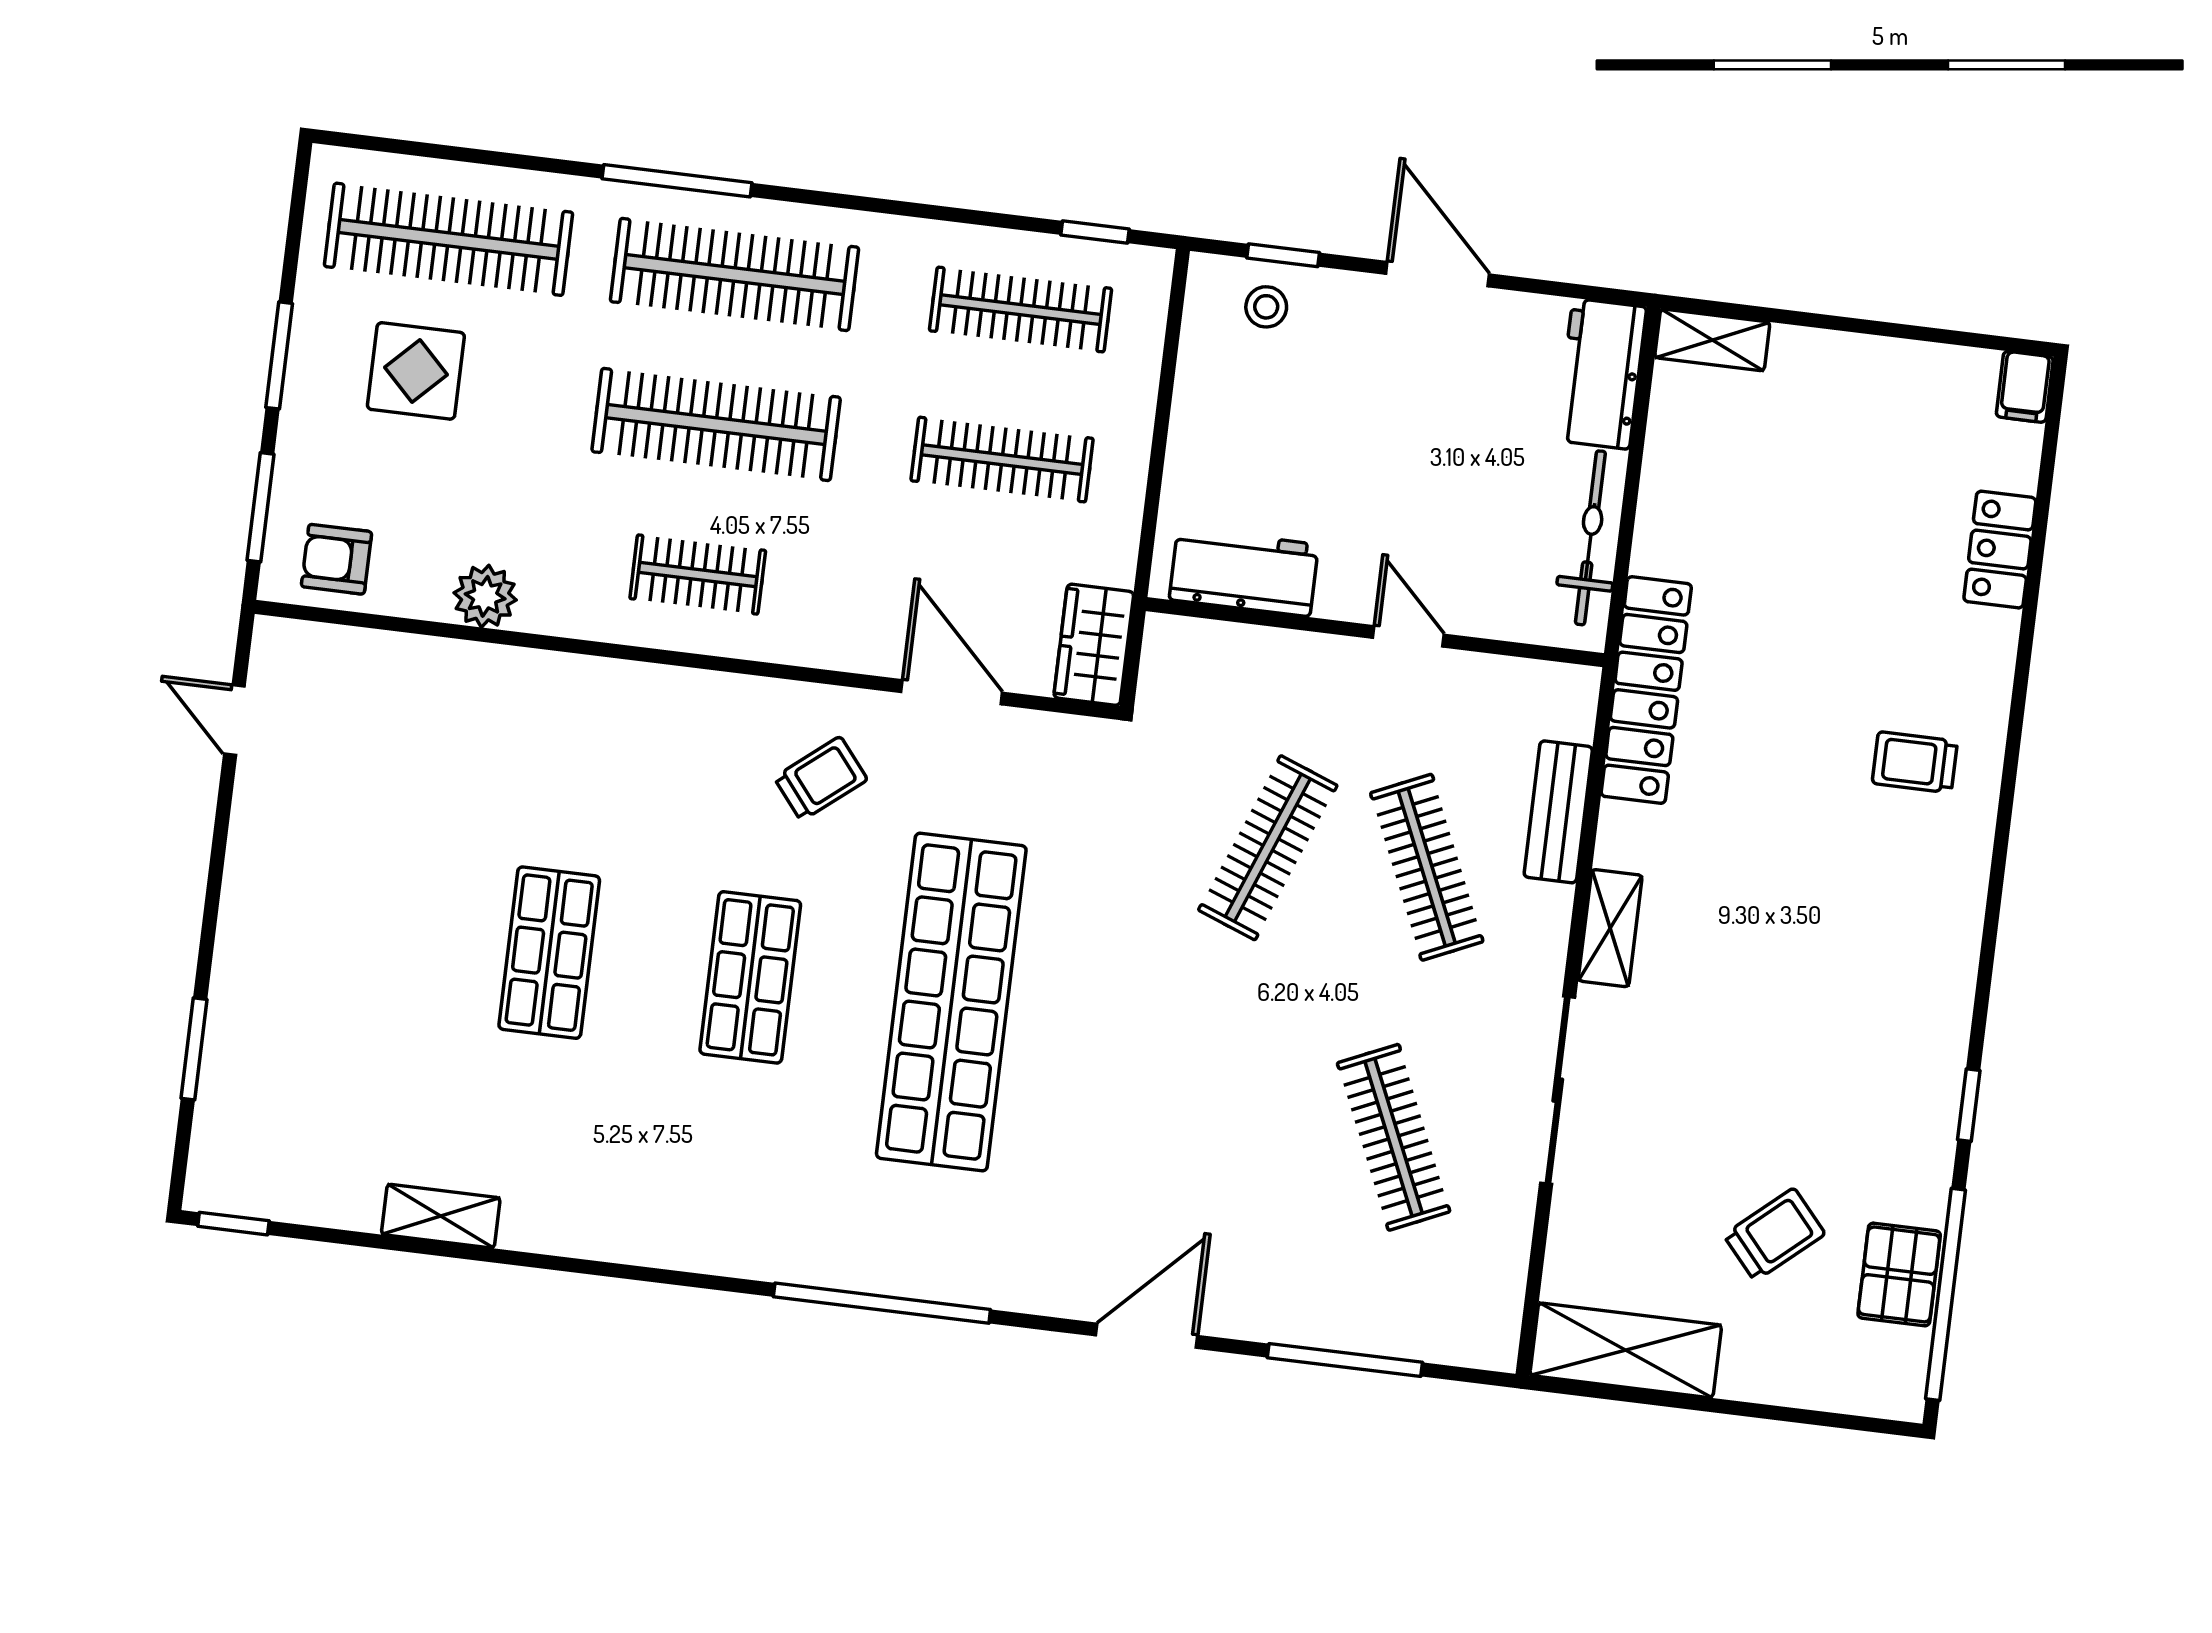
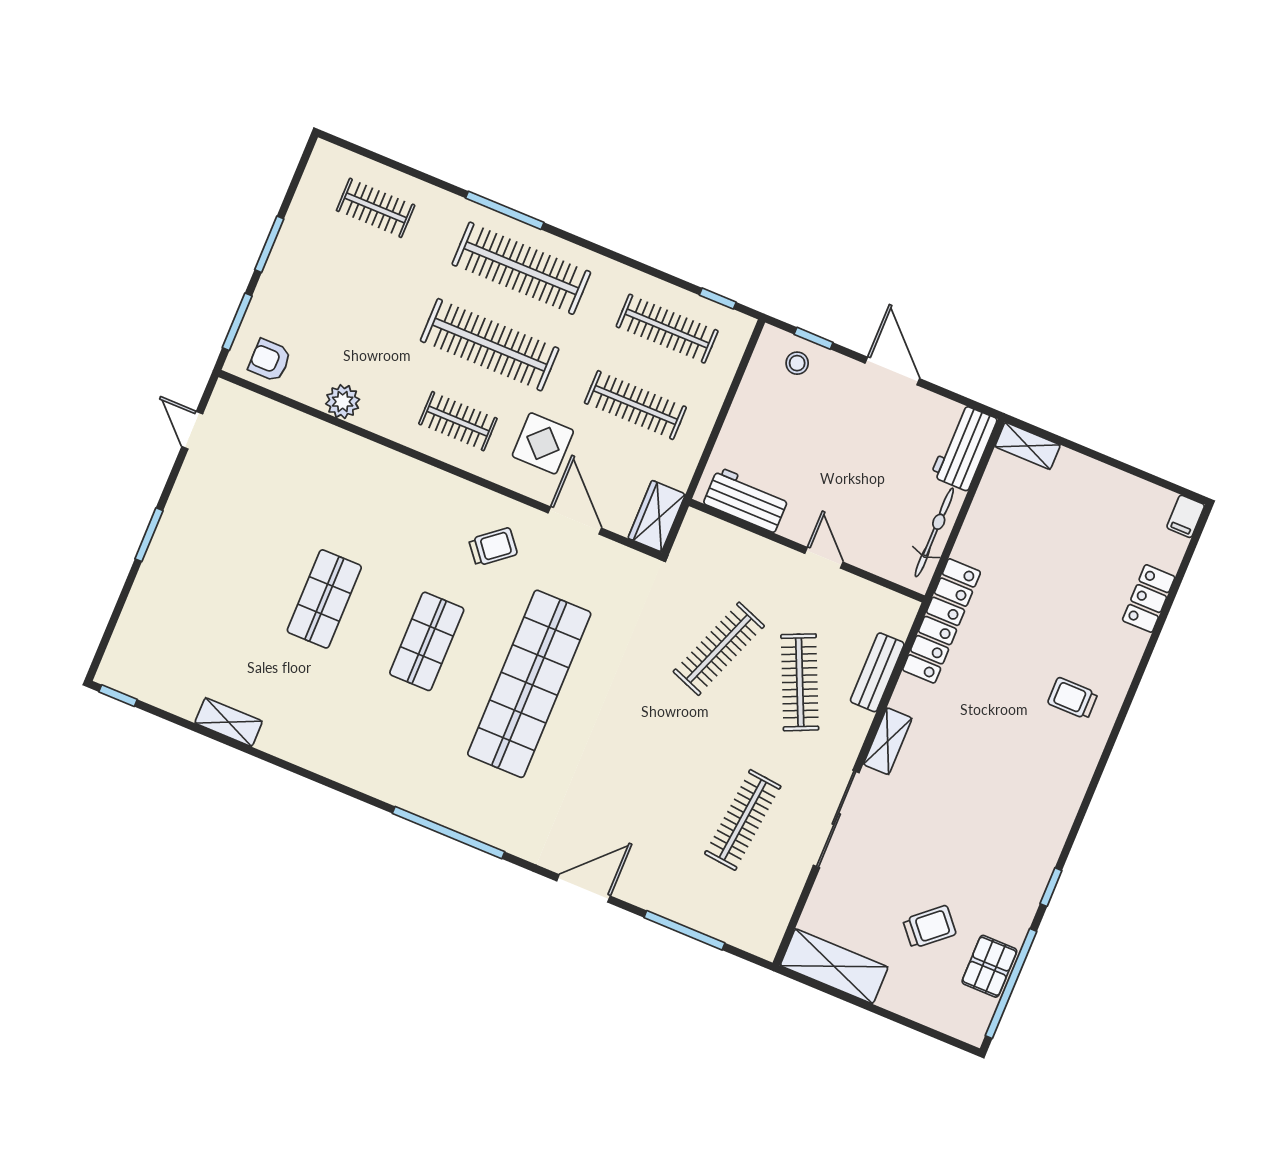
clothes rail: (449, 239) -> (376, 208), width x0.54, depth x0.76
display table: (416, 371) -> (543, 443), moved
window: (194, 1049) -> (149, 535), moved
clothes rail: (1394, 1137) -> (743, 820), turned 30

